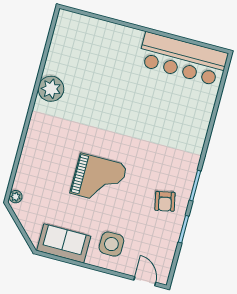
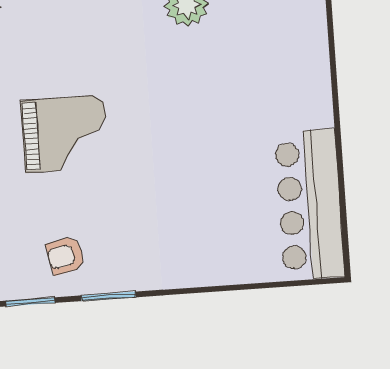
grand piano: (99, 179) -> (65, 134), turned -90

